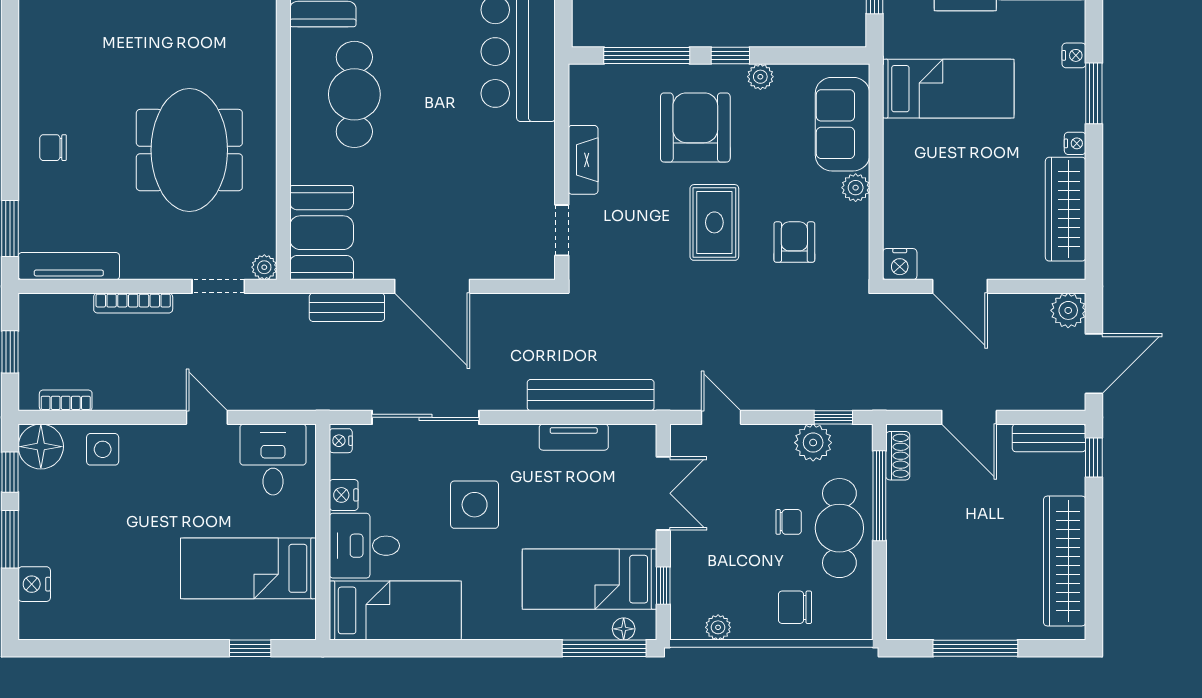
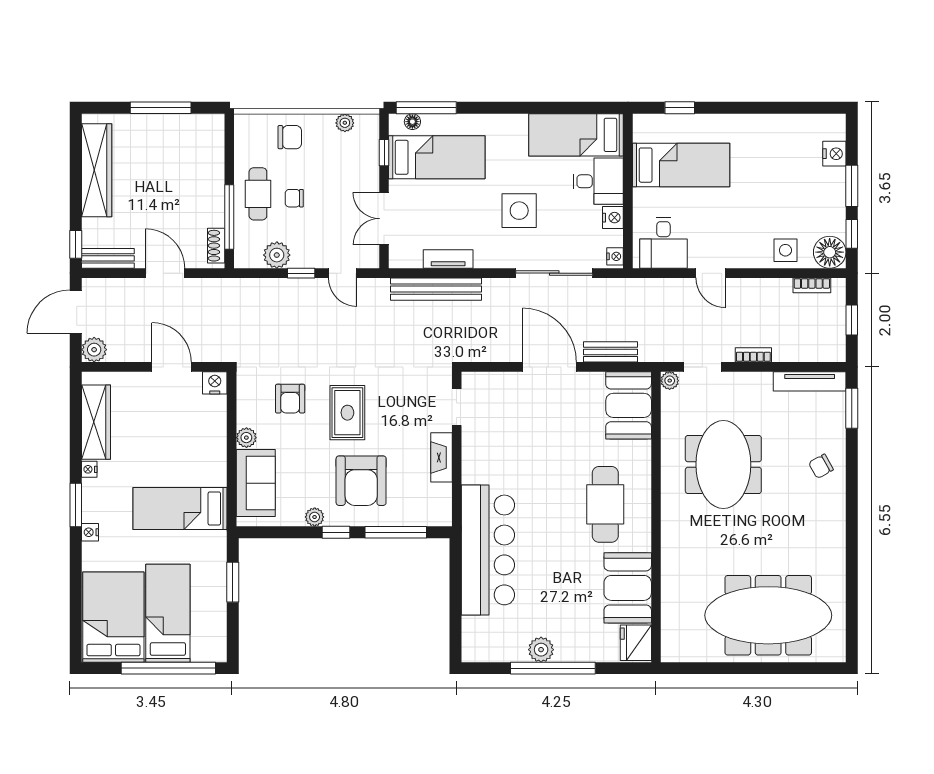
chair: (53, 148) -> (821, 466), turned 151
bookcase: (133, 303) -> (753, 355), width x0.64
window: (833, 417) -> (301, 273), moved
cafe table: (839, 528) -> (258, 194), width x0.73, depth x0.74

